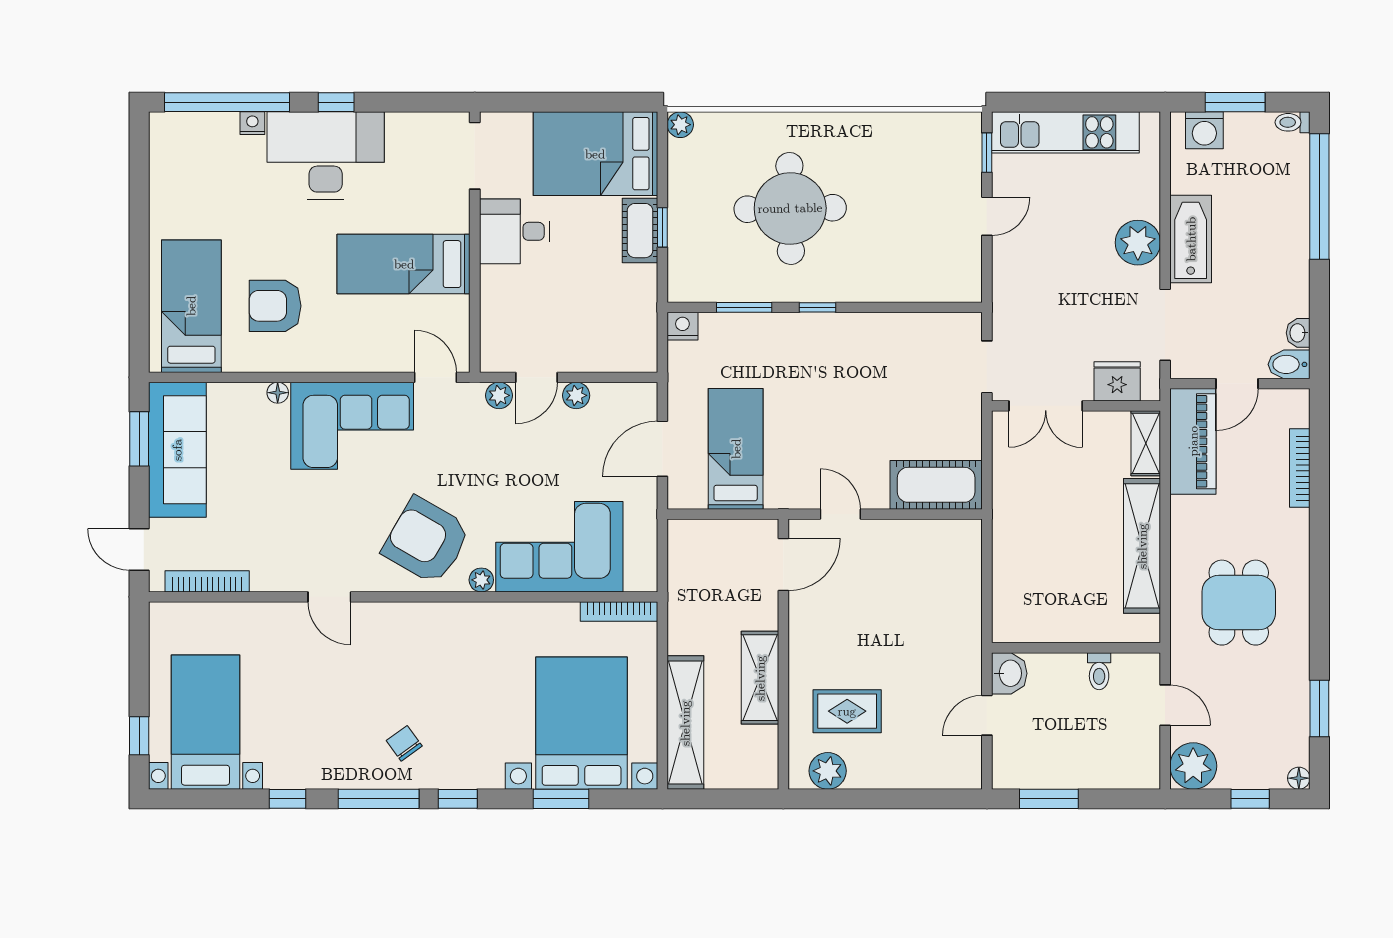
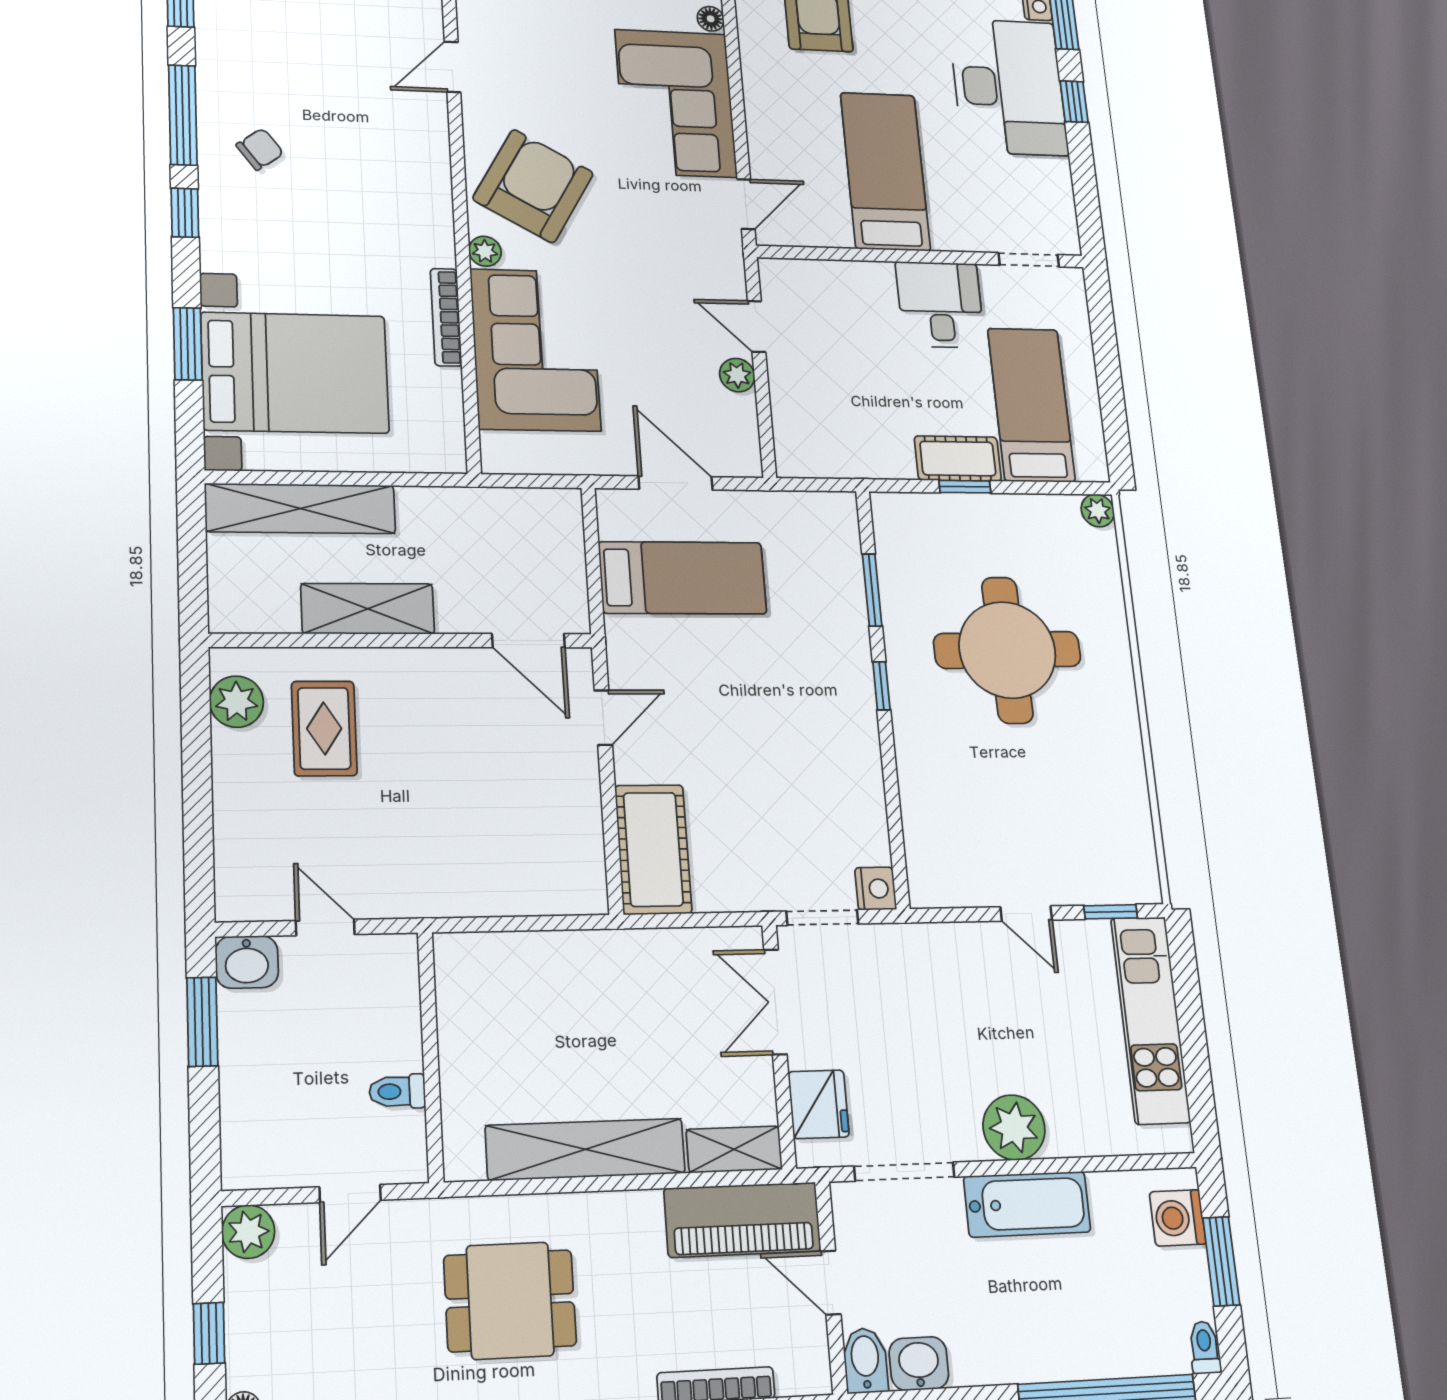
bed: (595, 154) -> (1031, 405), width x0.67
doorway: (475, 156) -> (1029, 260), width x0.73
nightstand: (682, 326) -> (876, 889), moved
washbasin: (1298, 333) -> (919, 1364), width x1.38, depth x1.45
plant: (499, 395) -> (729, 280), removed
bookcase: (619, 611) -> (446, 317), moved
washbasin: (1009, 673) -> (247, 962), moved
plant: (1193, 766) -> (248, 1232), width x0.73, depth x0.73

